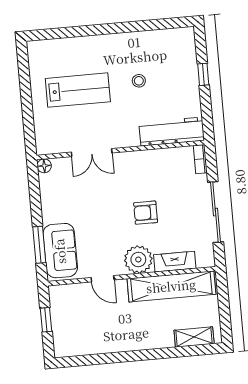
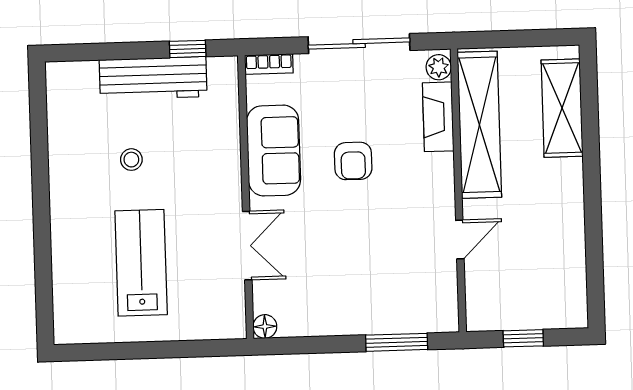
window: (203, 74) -> (188, 49), moved
workbench: (172, 132) -> (153, 78), moved, turned -90
sofa: (60, 251) -> (274, 151), moved, turned 90
plant: (138, 260) -> (439, 67), moved, width x0.53, depth x0.53
shelving: (194, 337) -> (562, 108), width x1.50, depth x1.33

